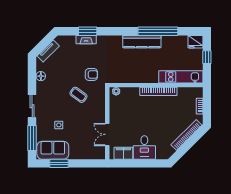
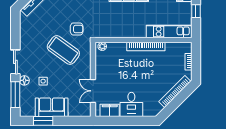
floor lamp: (41, 76) -> (24, 80), moved
coffee table: (78, 95) -> (63, 50), width x1.86, depth x1.72
sofa: (53, 150) -> (52, 107), moved

